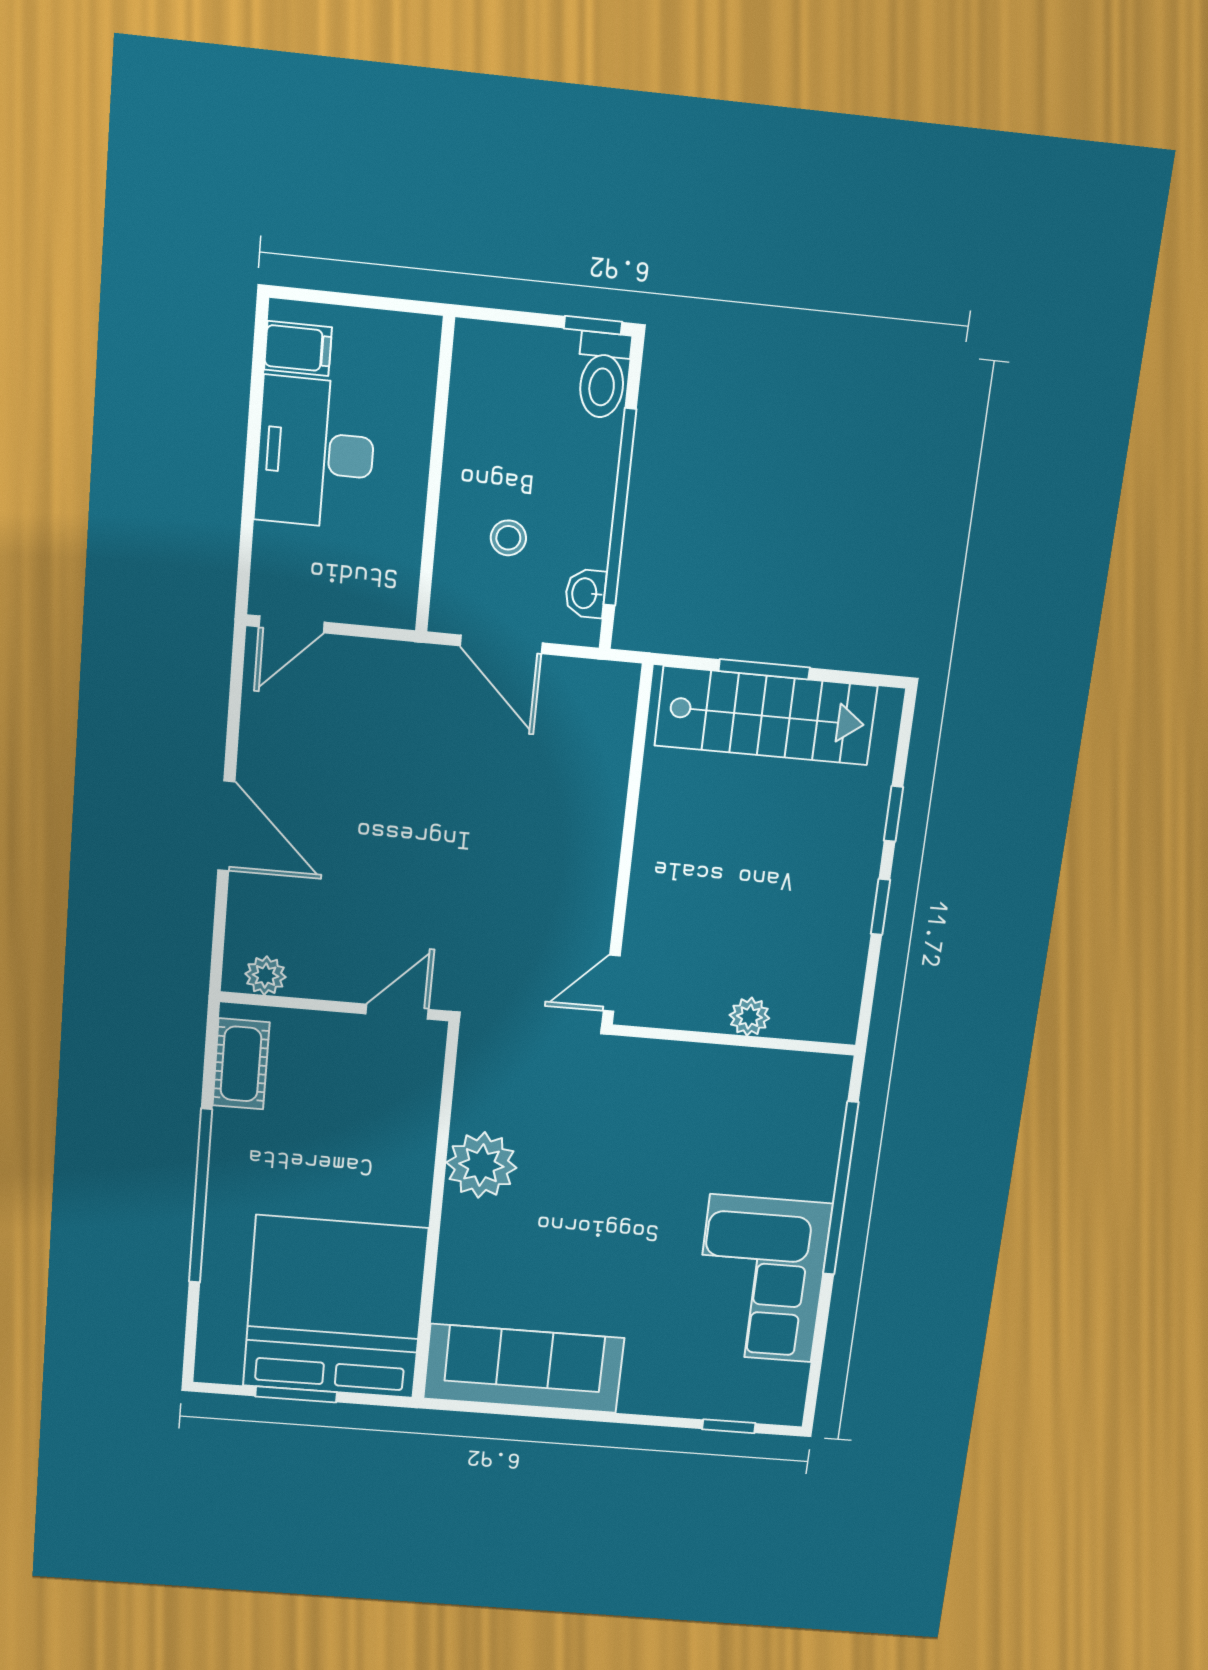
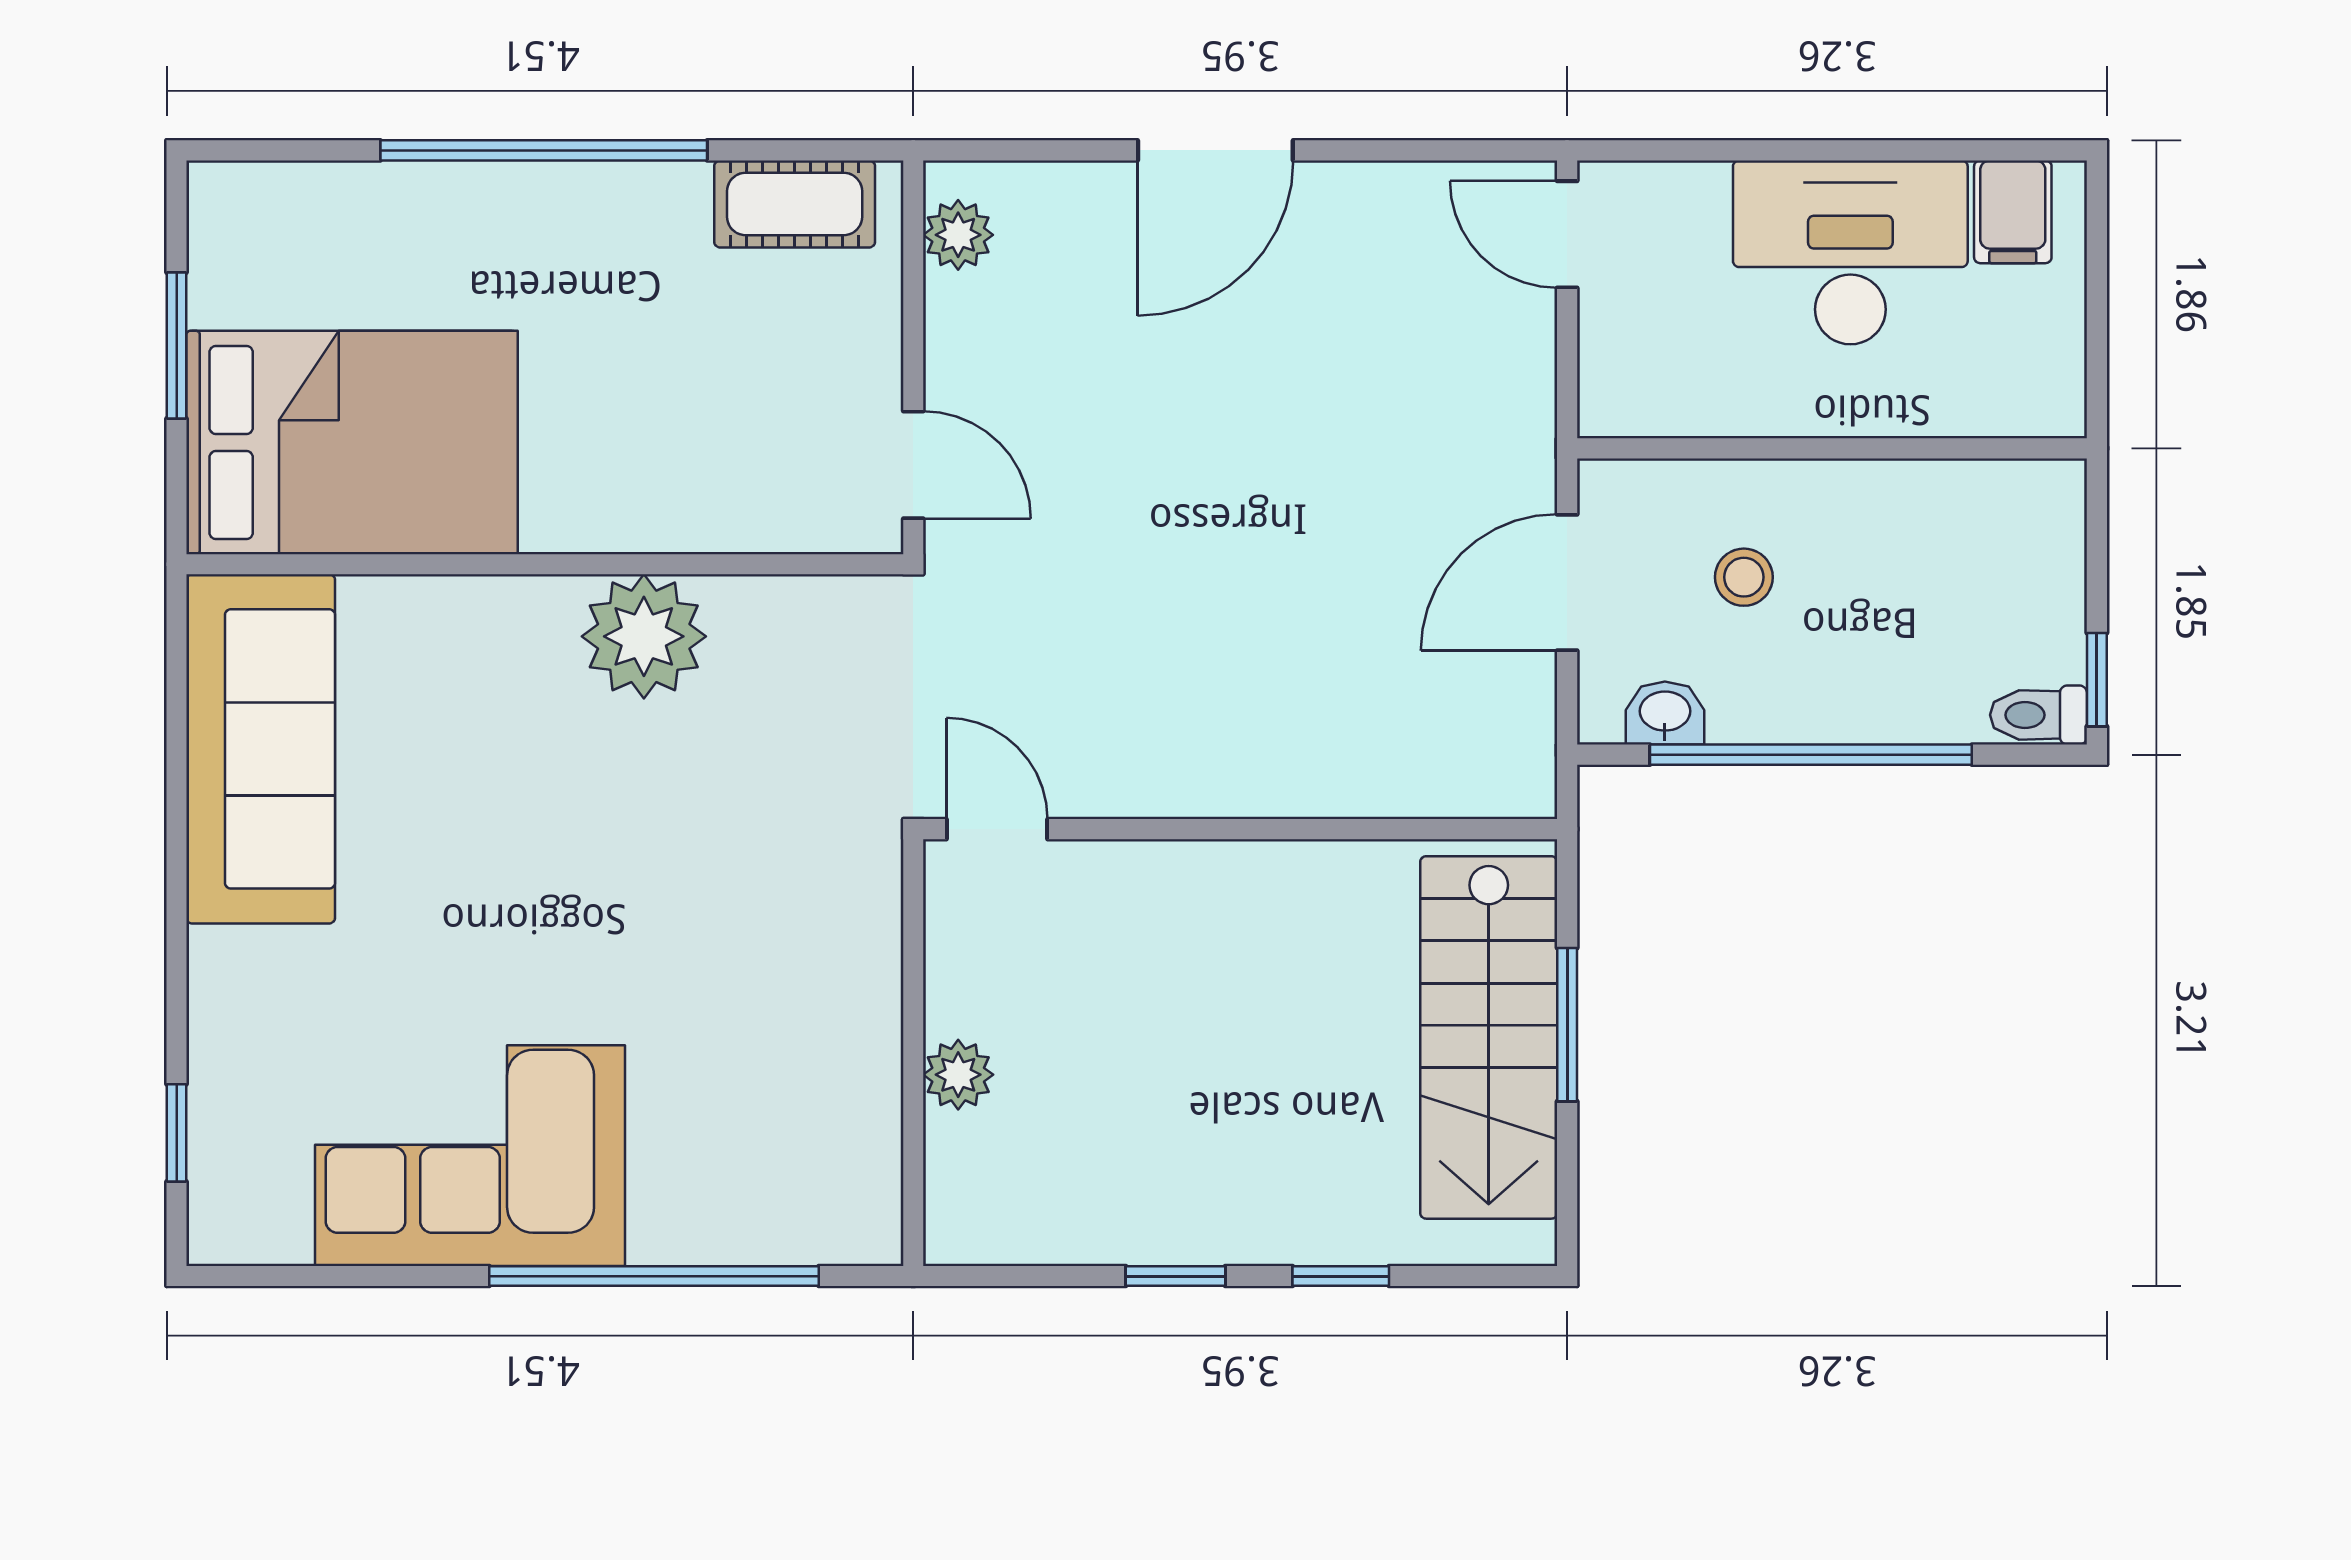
toilet: (603, 375) -> (2039, 715), width x0.73, depth x0.72
bed: (335, 1307) -> (352, 442), width x0.73

